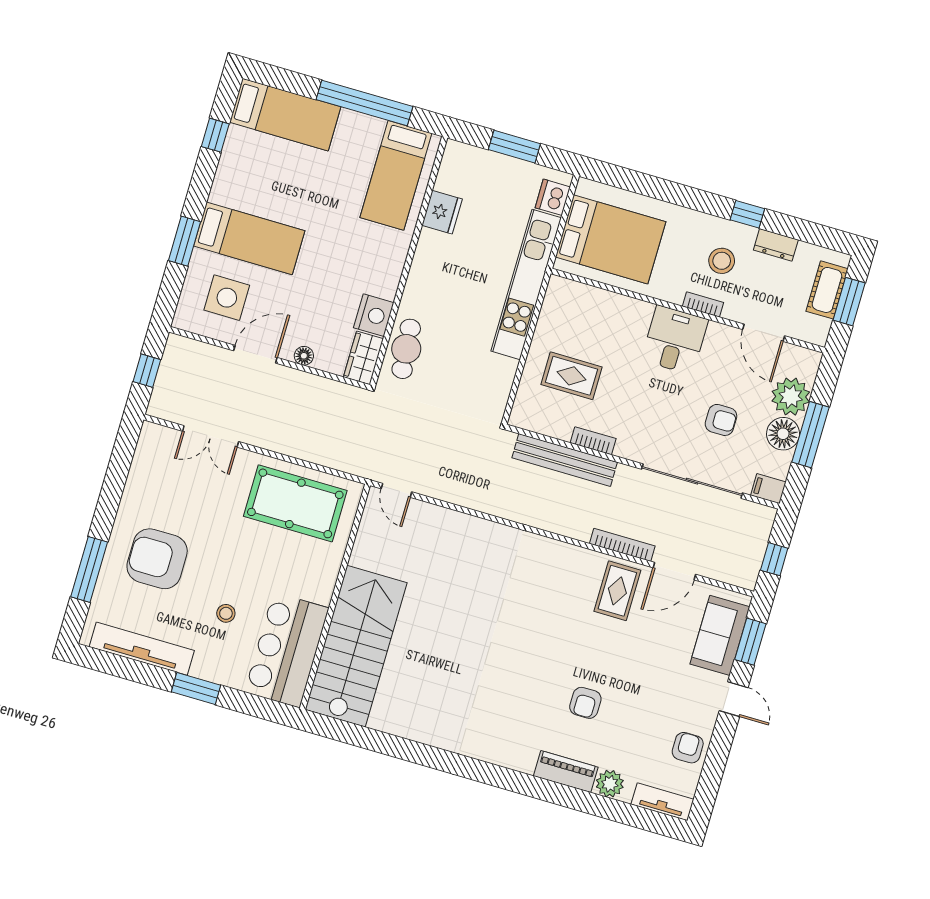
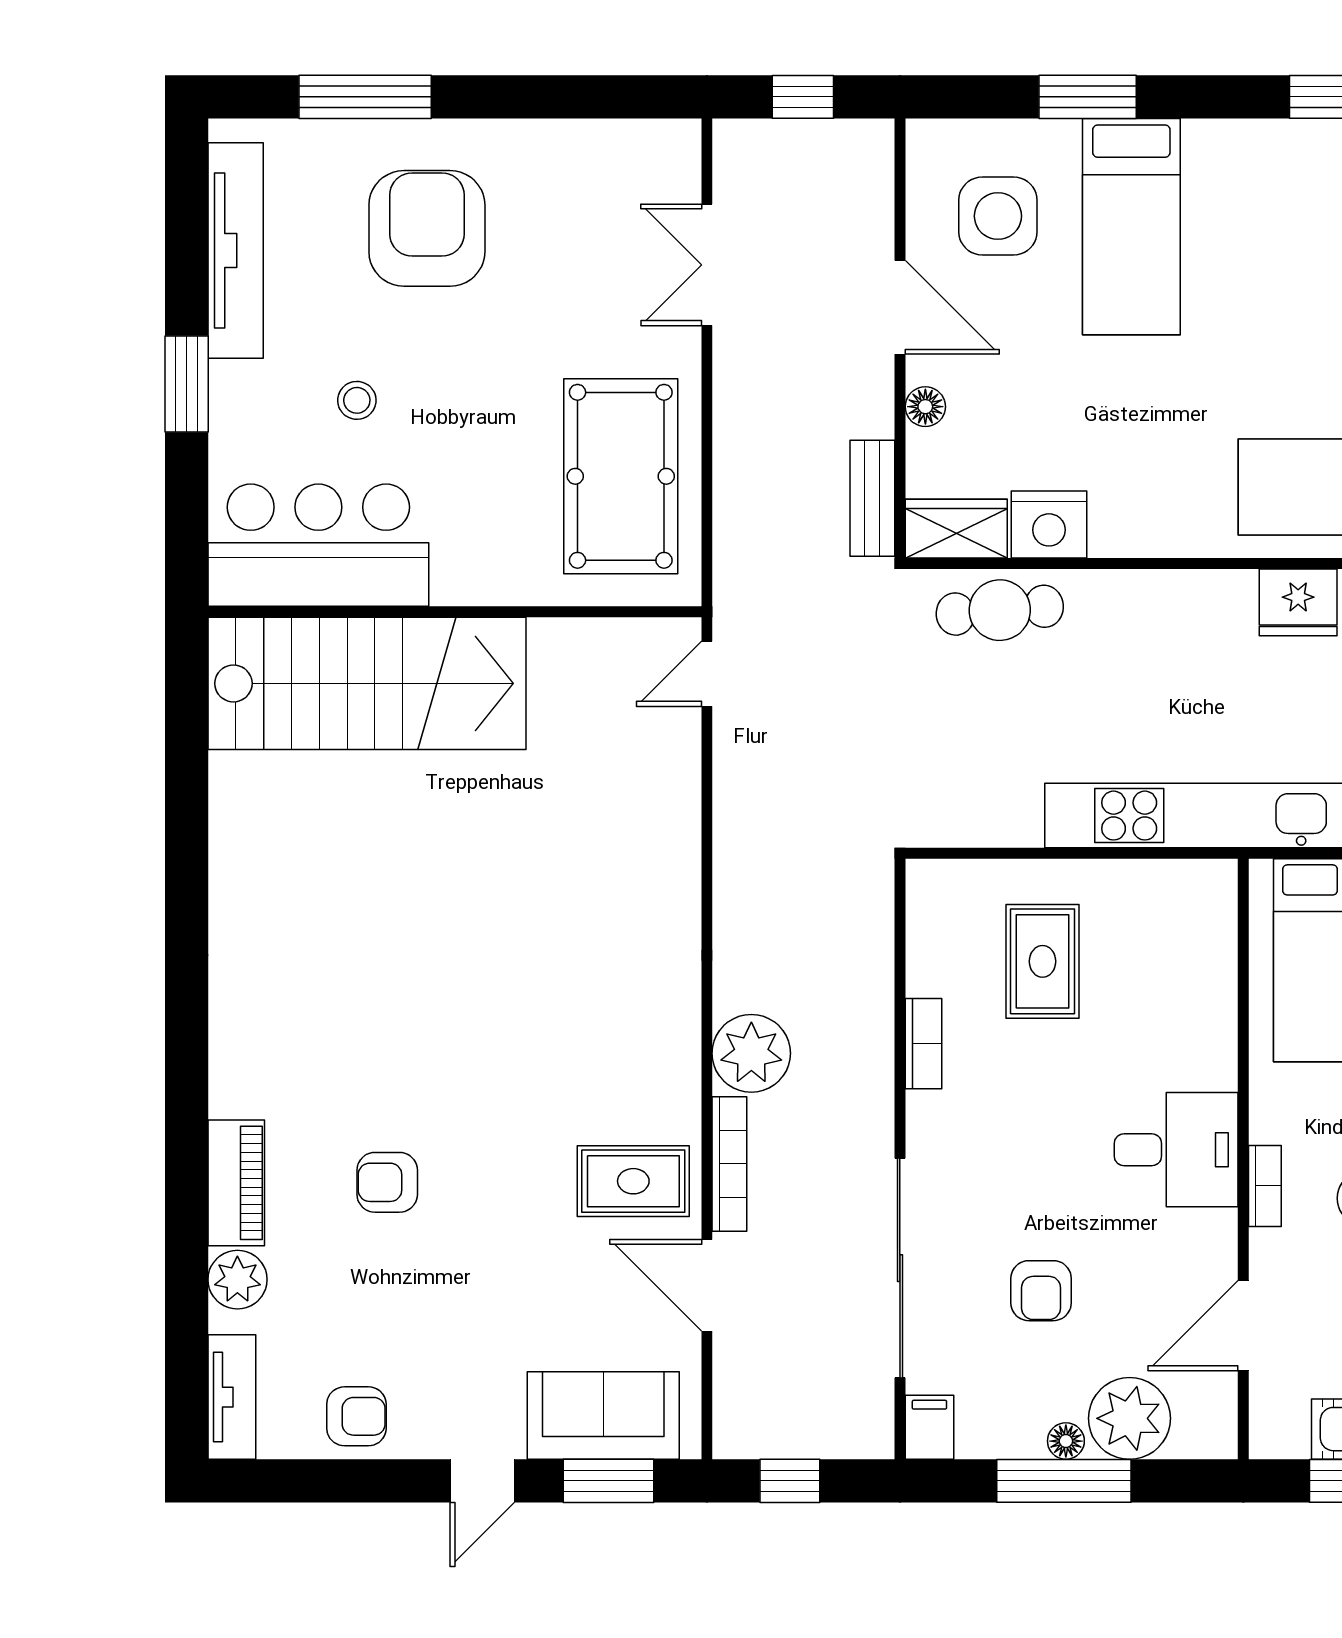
floor lamp: (783, 434) -> (1066, 1441), width x0.53, depth x0.53
bench: (565, 460) -> (872, 498), moved, width x0.54, depth x0.82
plant: (575, 520) -> (751, 1053), added

